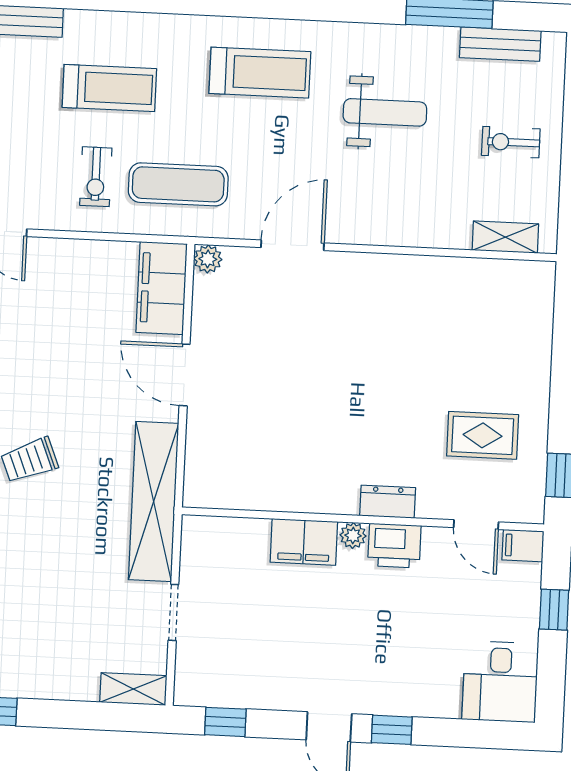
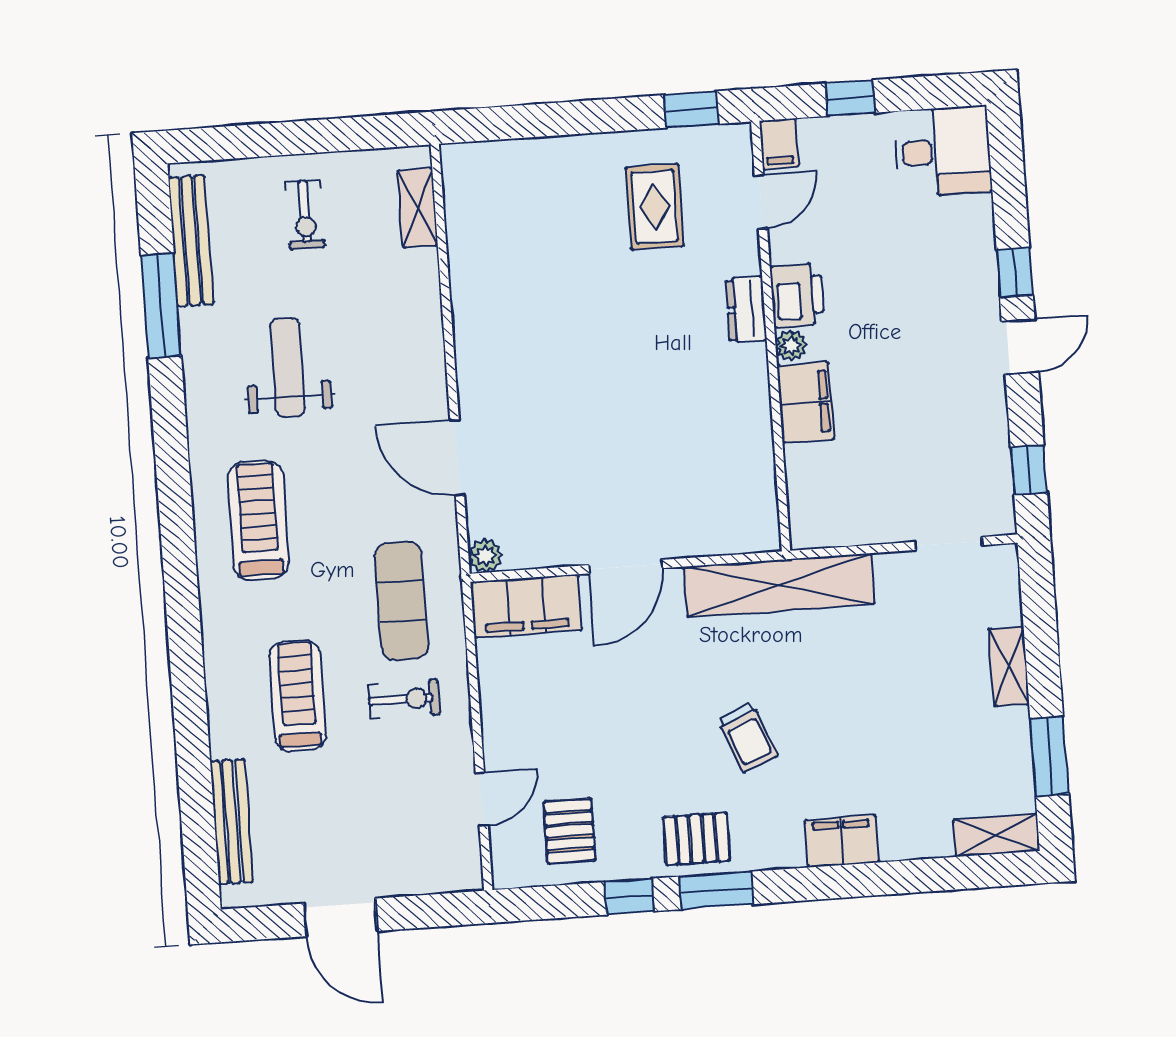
bench: (500, 44) -> (191, 241), width x1.36
doorway: (173, 612) -> (949, 543), moved
shelving: (133, 689) -> (1009, 667), moved

